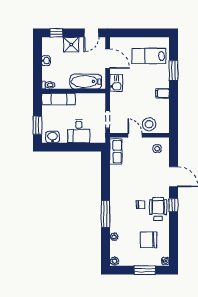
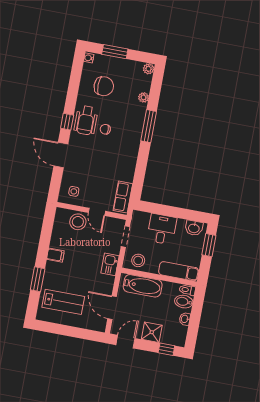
bidet: (49, 75) -> (184, 302), added
kitchen sink: (116, 83) -> (110, 264), moved
stool: (93, 102) -> (138, 260), added

